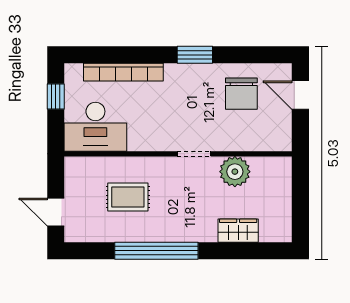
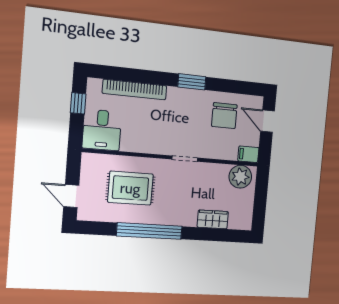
desk: (95, 127) -> (102, 130), width x0.73
filing cabinet: (278, 141) -> (248, 154), added
plant: (235, 172) -> (240, 177), moved
rug: (128, 197) -> (130, 188), width x1.36, depth x1.43

